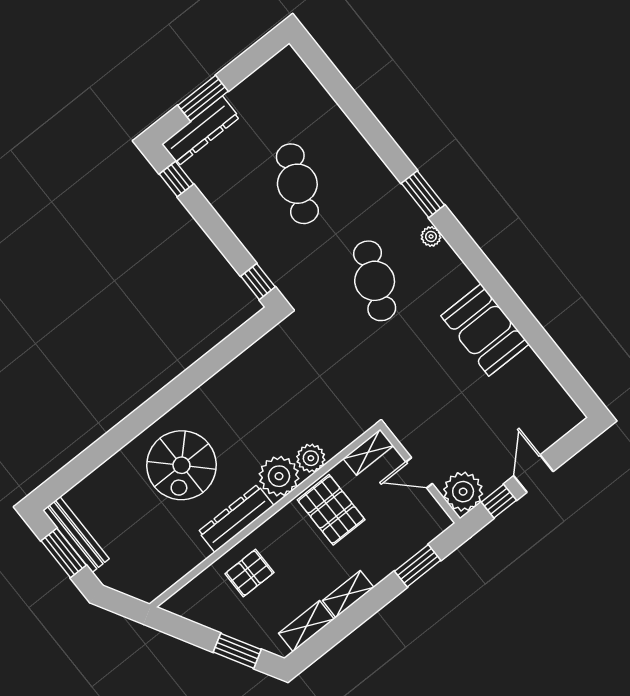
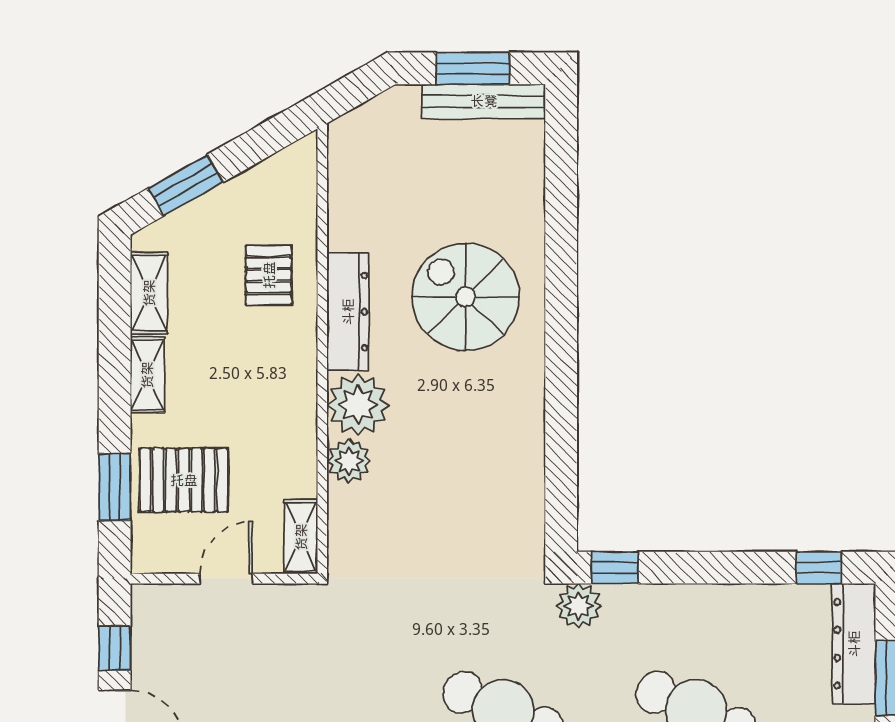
plant: (463, 492) -> (579, 606), moved, width x0.73, depth x0.73
pallet: (331, 510) -> (184, 480), moved

